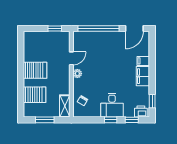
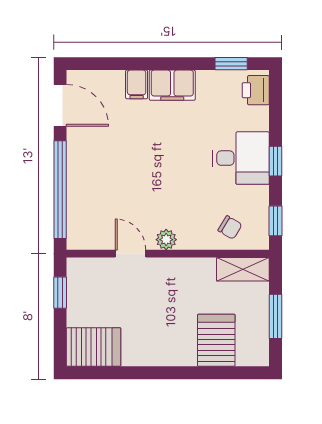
server rack: (35, 70) -> (94, 347), moved, turned 90
window: (132, 120) -> (275, 221), moved

